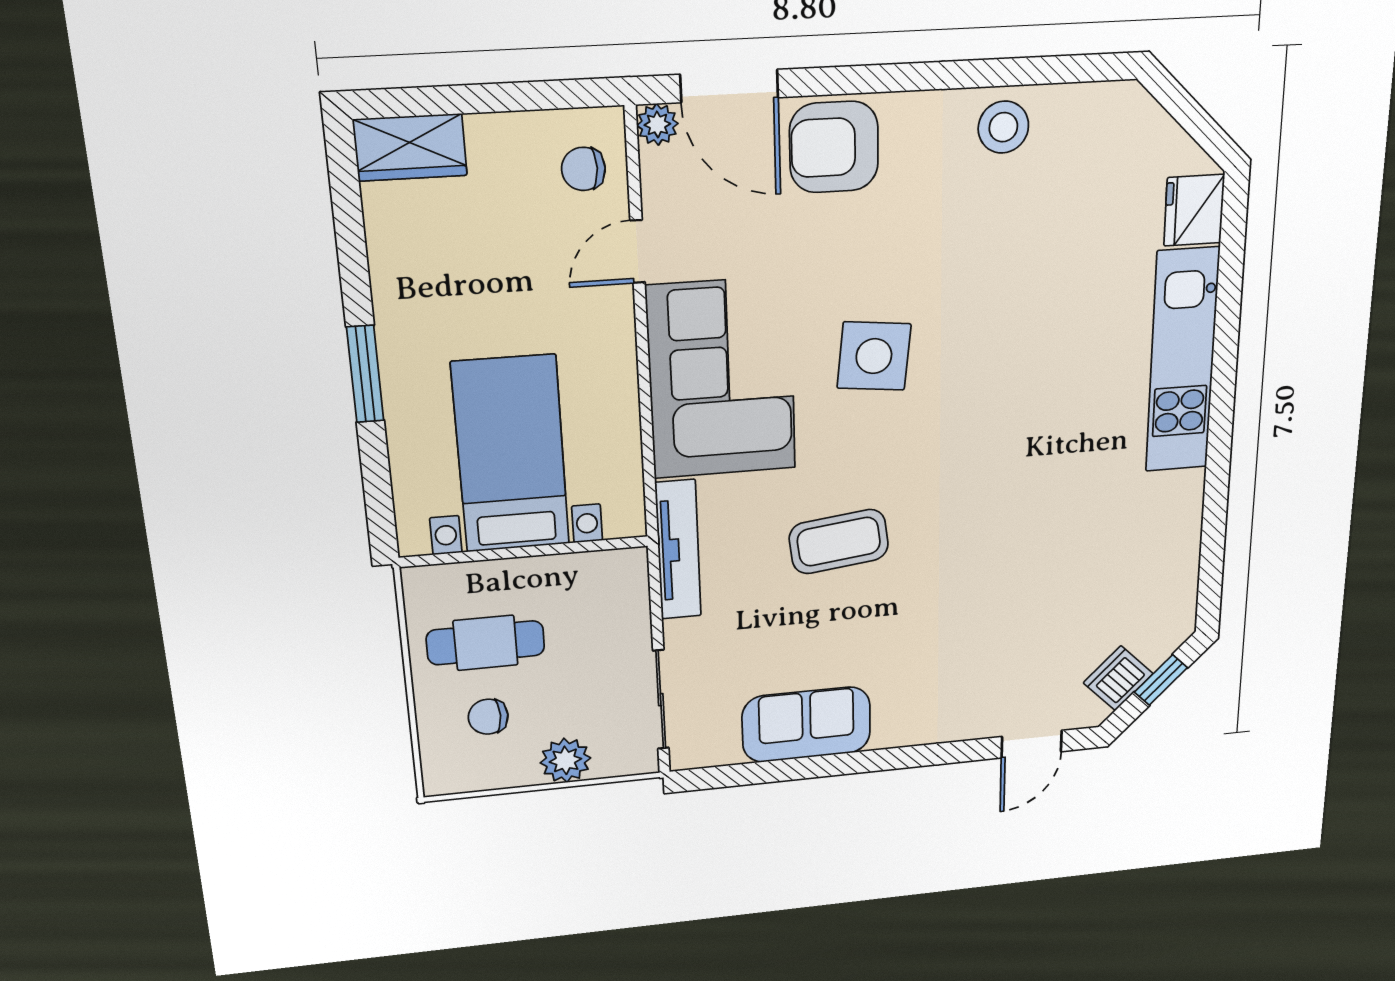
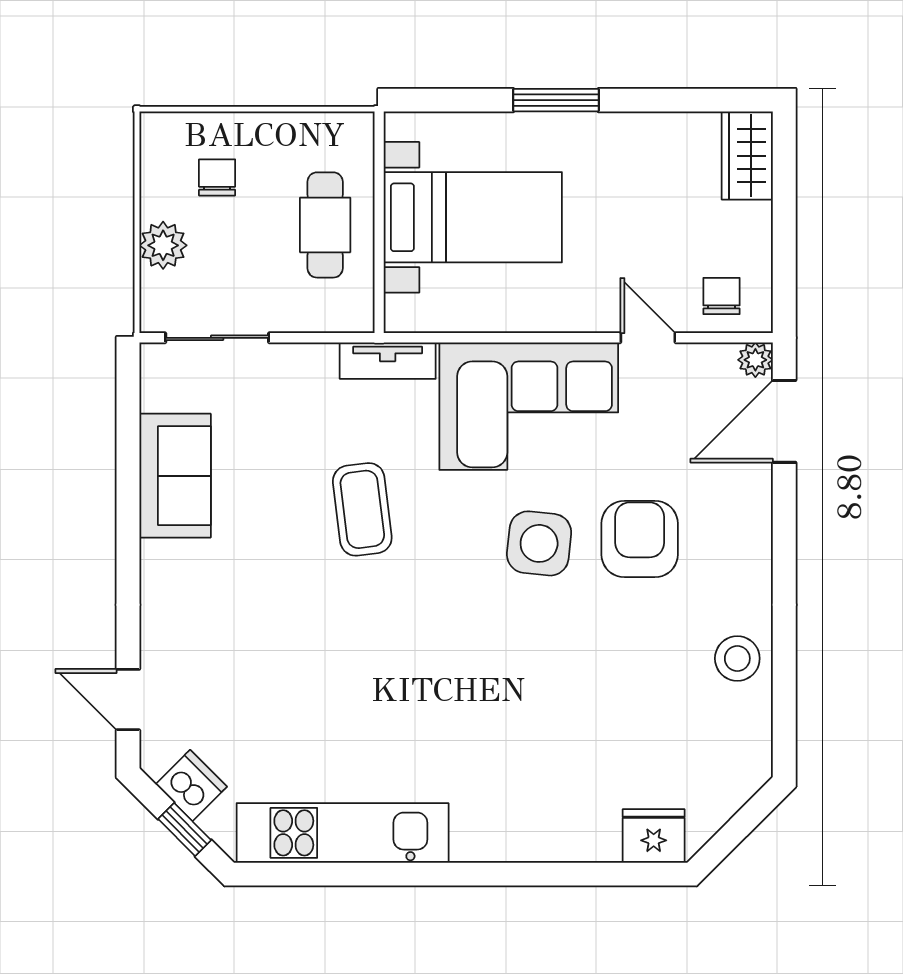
armchair: (834, 147) -> (640, 539), moved
kitchen unit: (1182, 361) -> (343, 833), moved
tv unit: (678, 550) -> (388, 361), width x0.71
cafe table: (486, 643) -> (325, 225), moved

